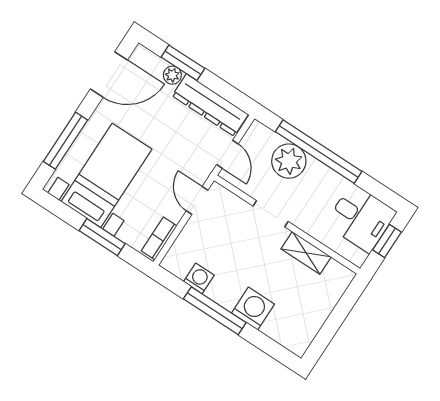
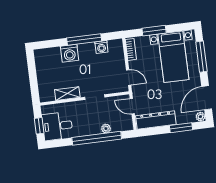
plant: (172, 75) -> (200, 117), moved
plant: (289, 161) -> (106, 129), width x0.53, depth x0.53

